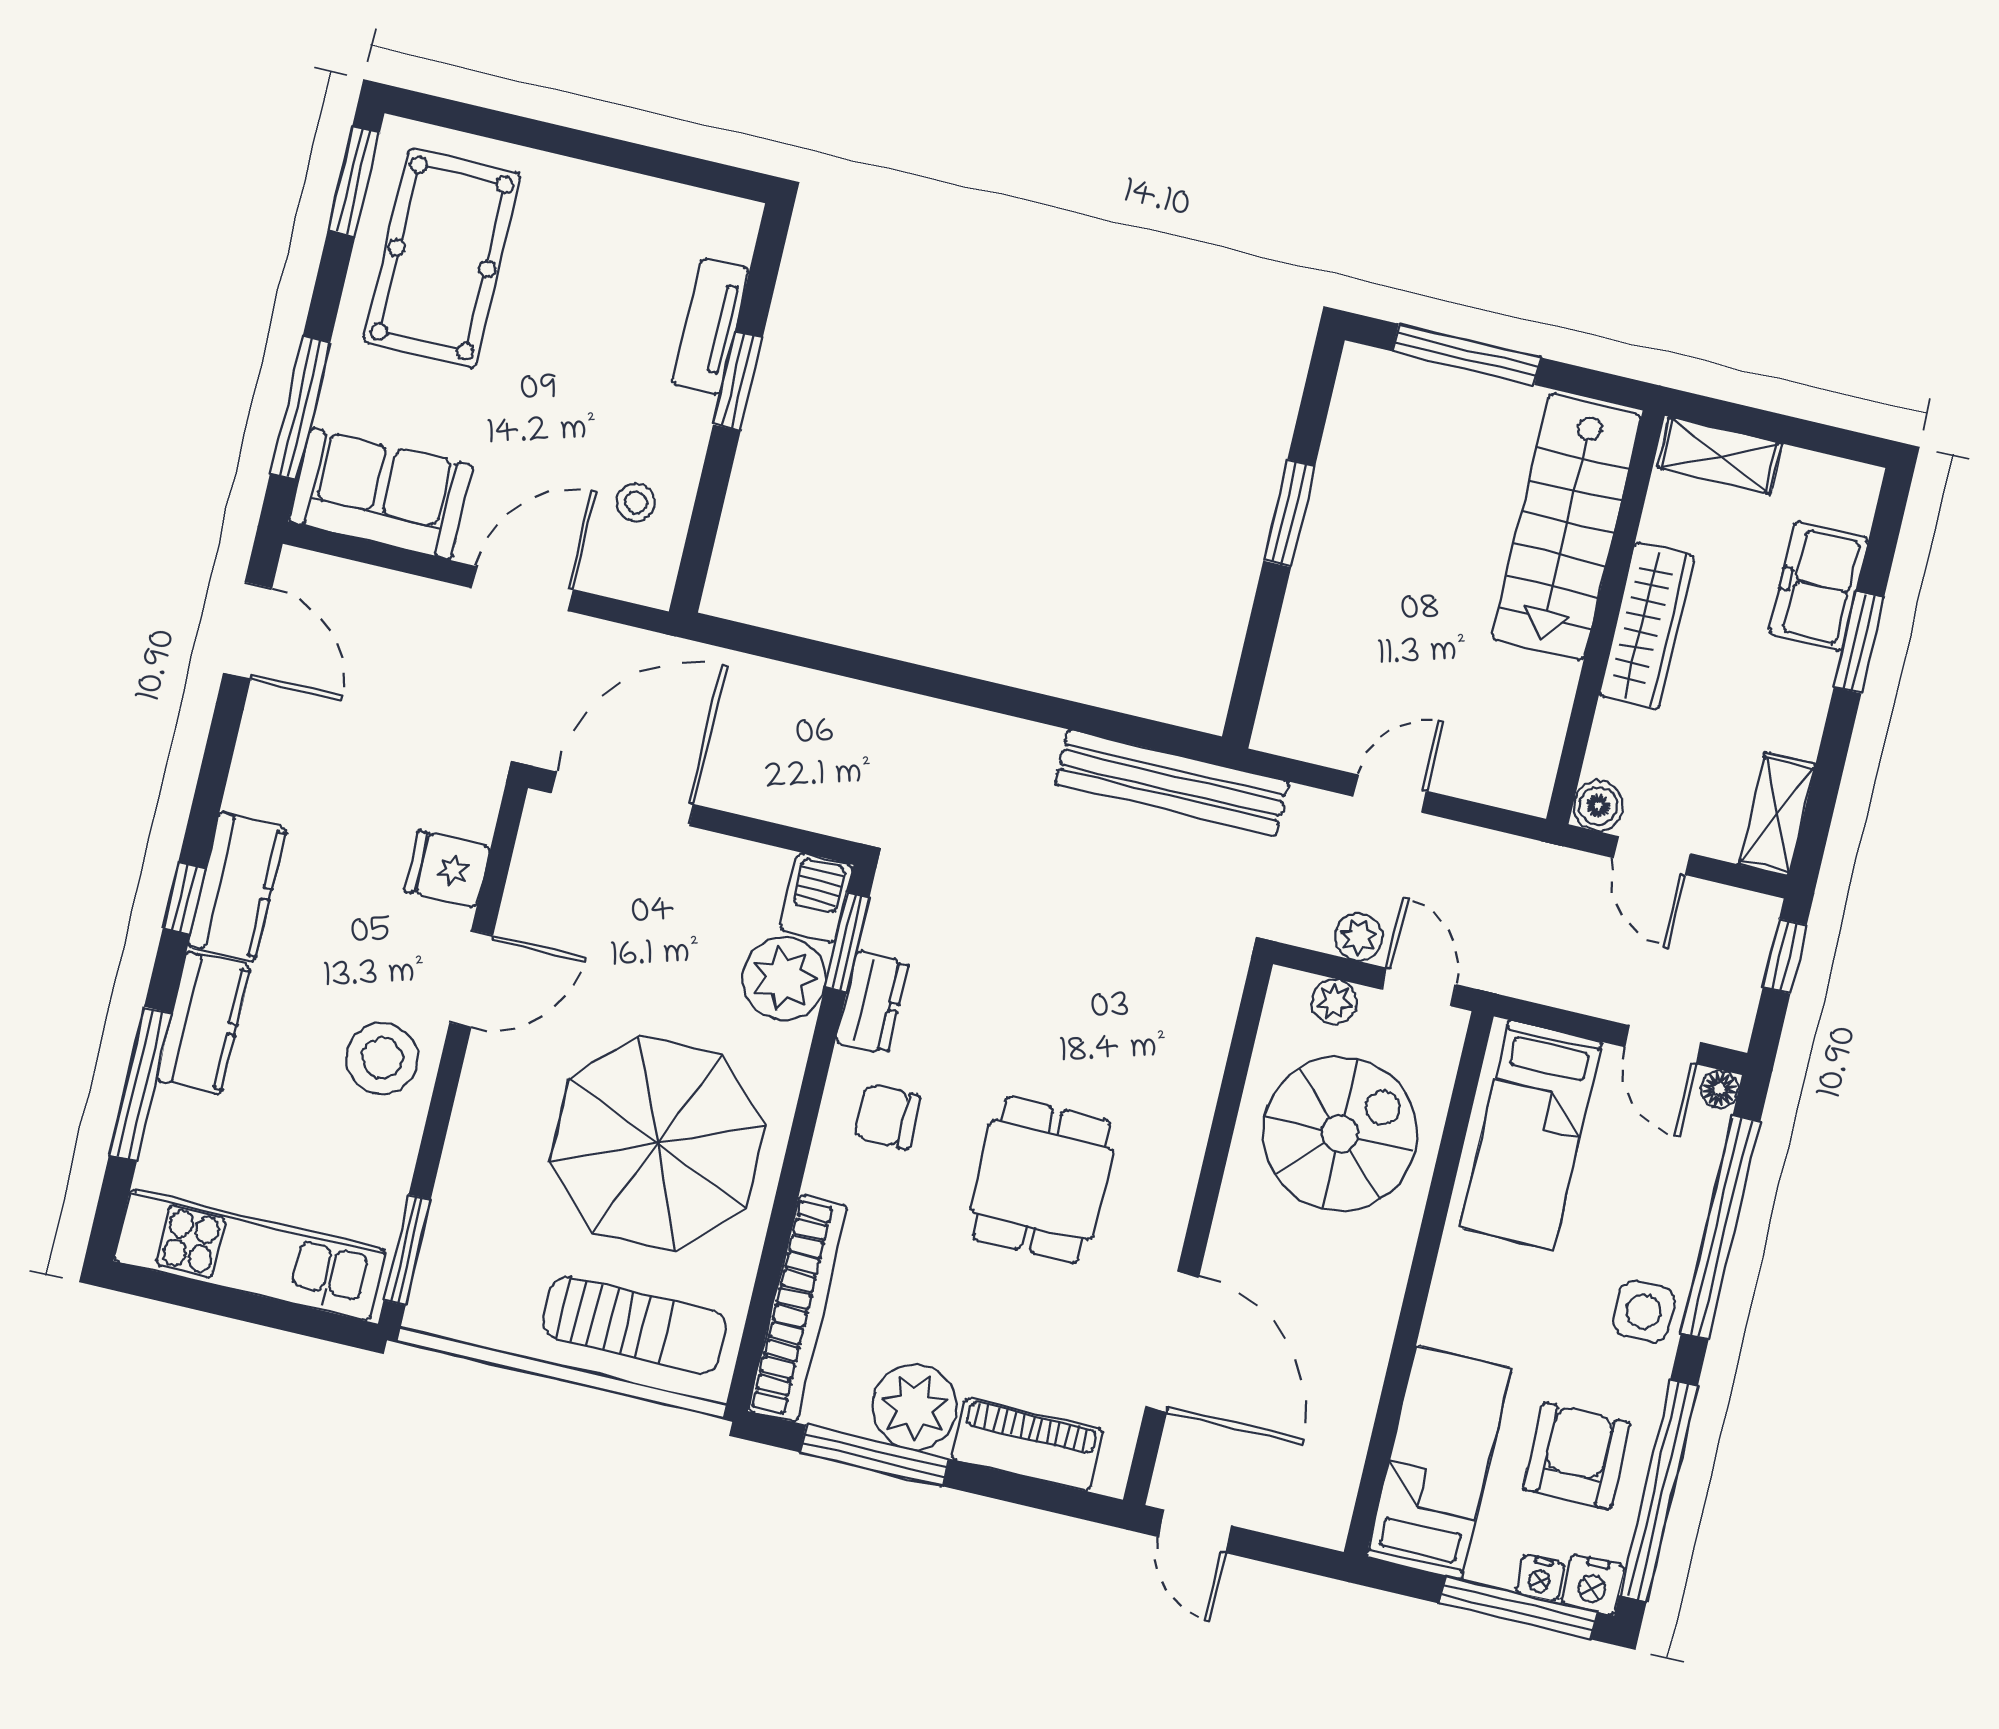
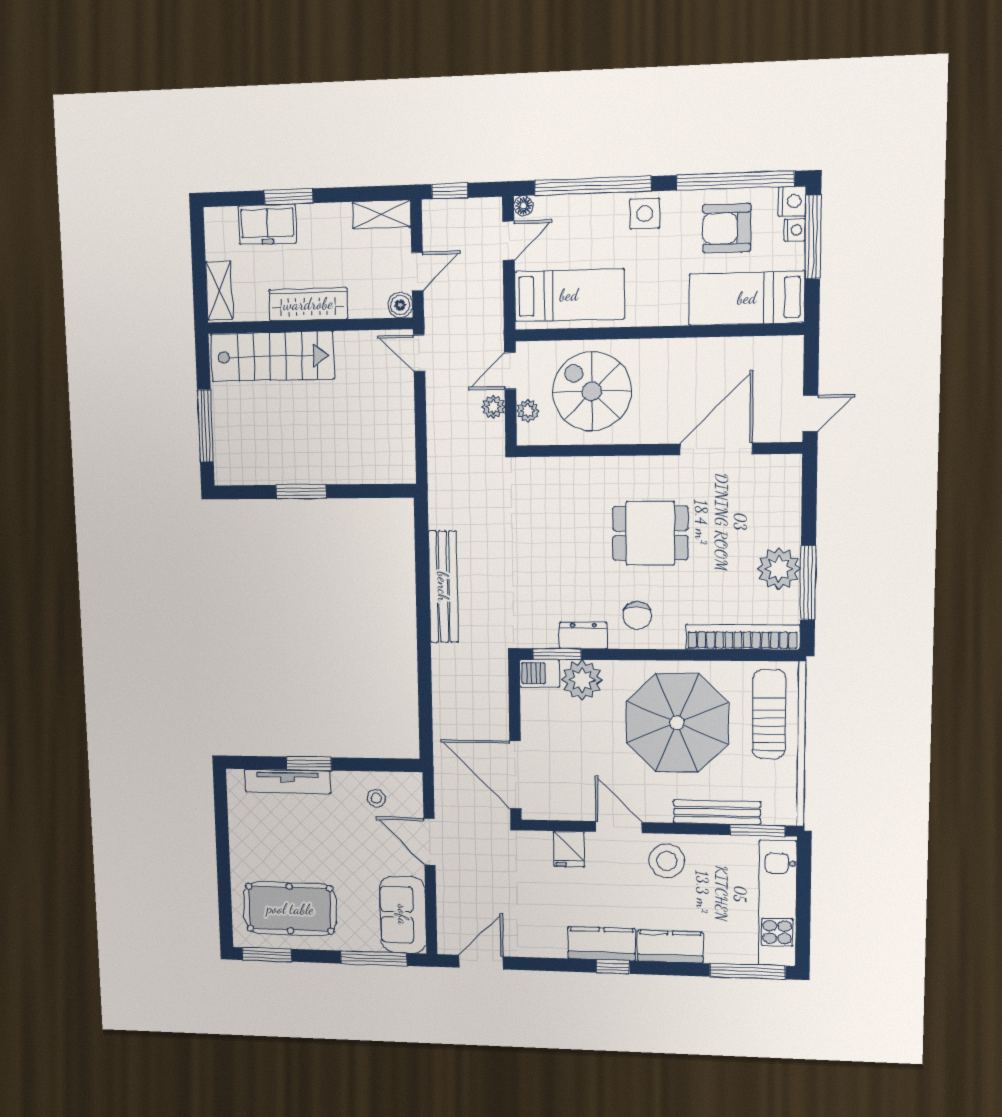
tv unit: (711, 326) -> (288, 781), width x1.41
bench: (1172, 783) -> (443, 587), moved
door: (1390, 794) -> (419, 353), moved
window: (140, 1084) -> (747, 971), moved
bench: (460, 1180) -> (717, 812), added
piano: (1027, 1444) -> (785, 509), removed

